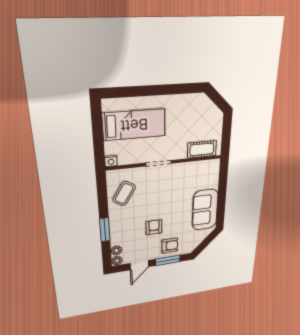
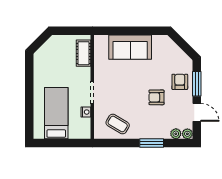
nightstand: (111, 161) -> (86, 112), moved
sofa: (205, 210) -> (130, 47), moved

